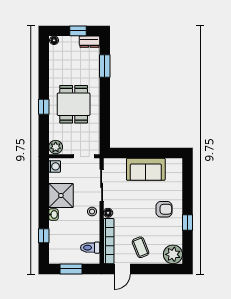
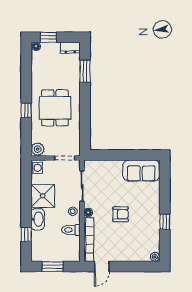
window: (78, 31) -> (48, 37), moved
sofa: (146, 169) -> (141, 171), moved
armchair: (164, 209) -> (121, 214), moved
washbasin: (53, 215) -> (38, 219), width x1.91, depth x1.45
coffee table: (140, 247) -> (119, 246), removed
toilet: (90, 248) -> (71, 230), moved
plant: (173, 254) -> (155, 257), width x0.53, depth x0.53

